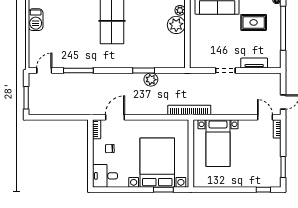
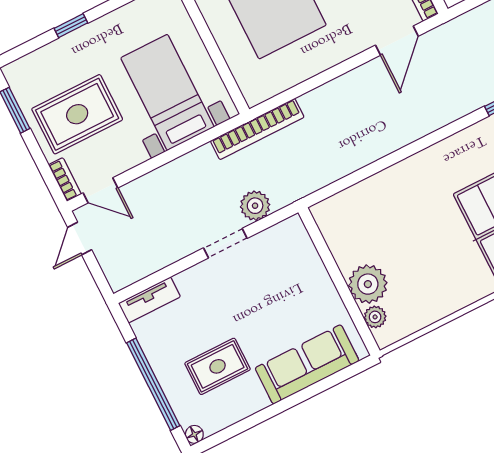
tv unit: (254, 63) -> (149, 300), moved
window: (144, 70) -> (387, 162), removed
plant: (151, 80) -> (255, 206), moved
rug: (259, 153) -> (77, 114), added
window: (263, 190) -> (71, 26), moved

